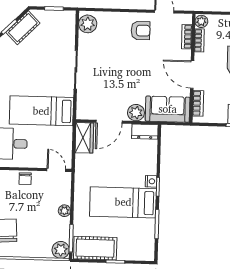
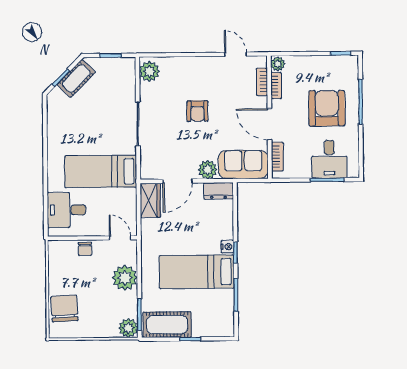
armchair: (141, 31) -> (197, 111), moved, turned 90
plant: (64, 211) -> (125, 278), width x1.88, depth x1.88

